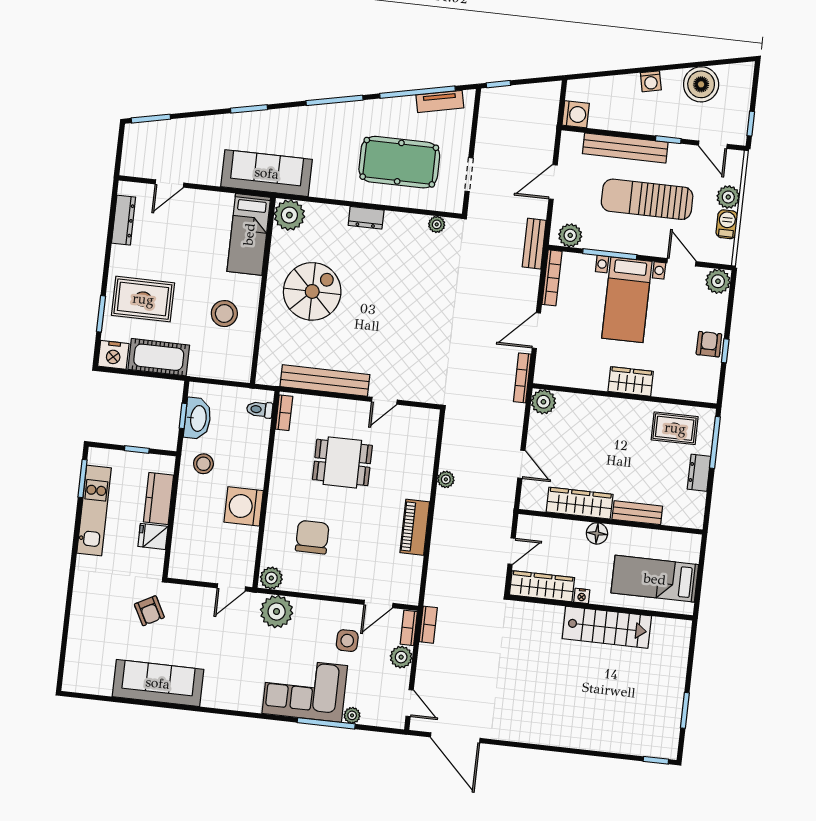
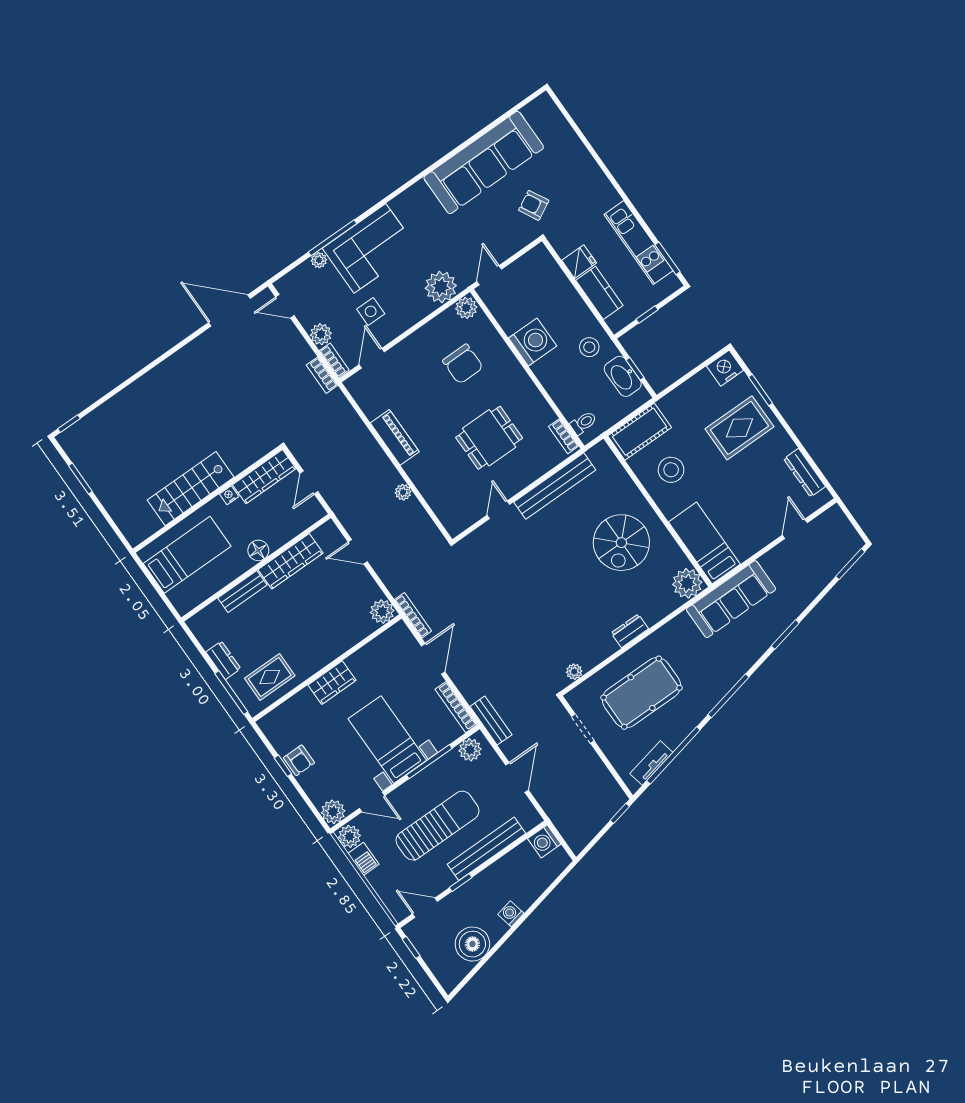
plant: (728, 197) -> (349, 836), moved
cot: (159, 357) -> (640, 432), moved
sofa: (158, 683) -> (484, 162), width x1.36, depth x1.27

